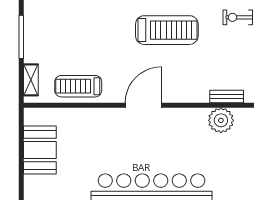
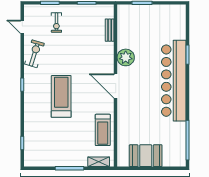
treadmill: (167, 30) -> (61, 96), moved
plant: (221, 120) -> (126, 57), moved

